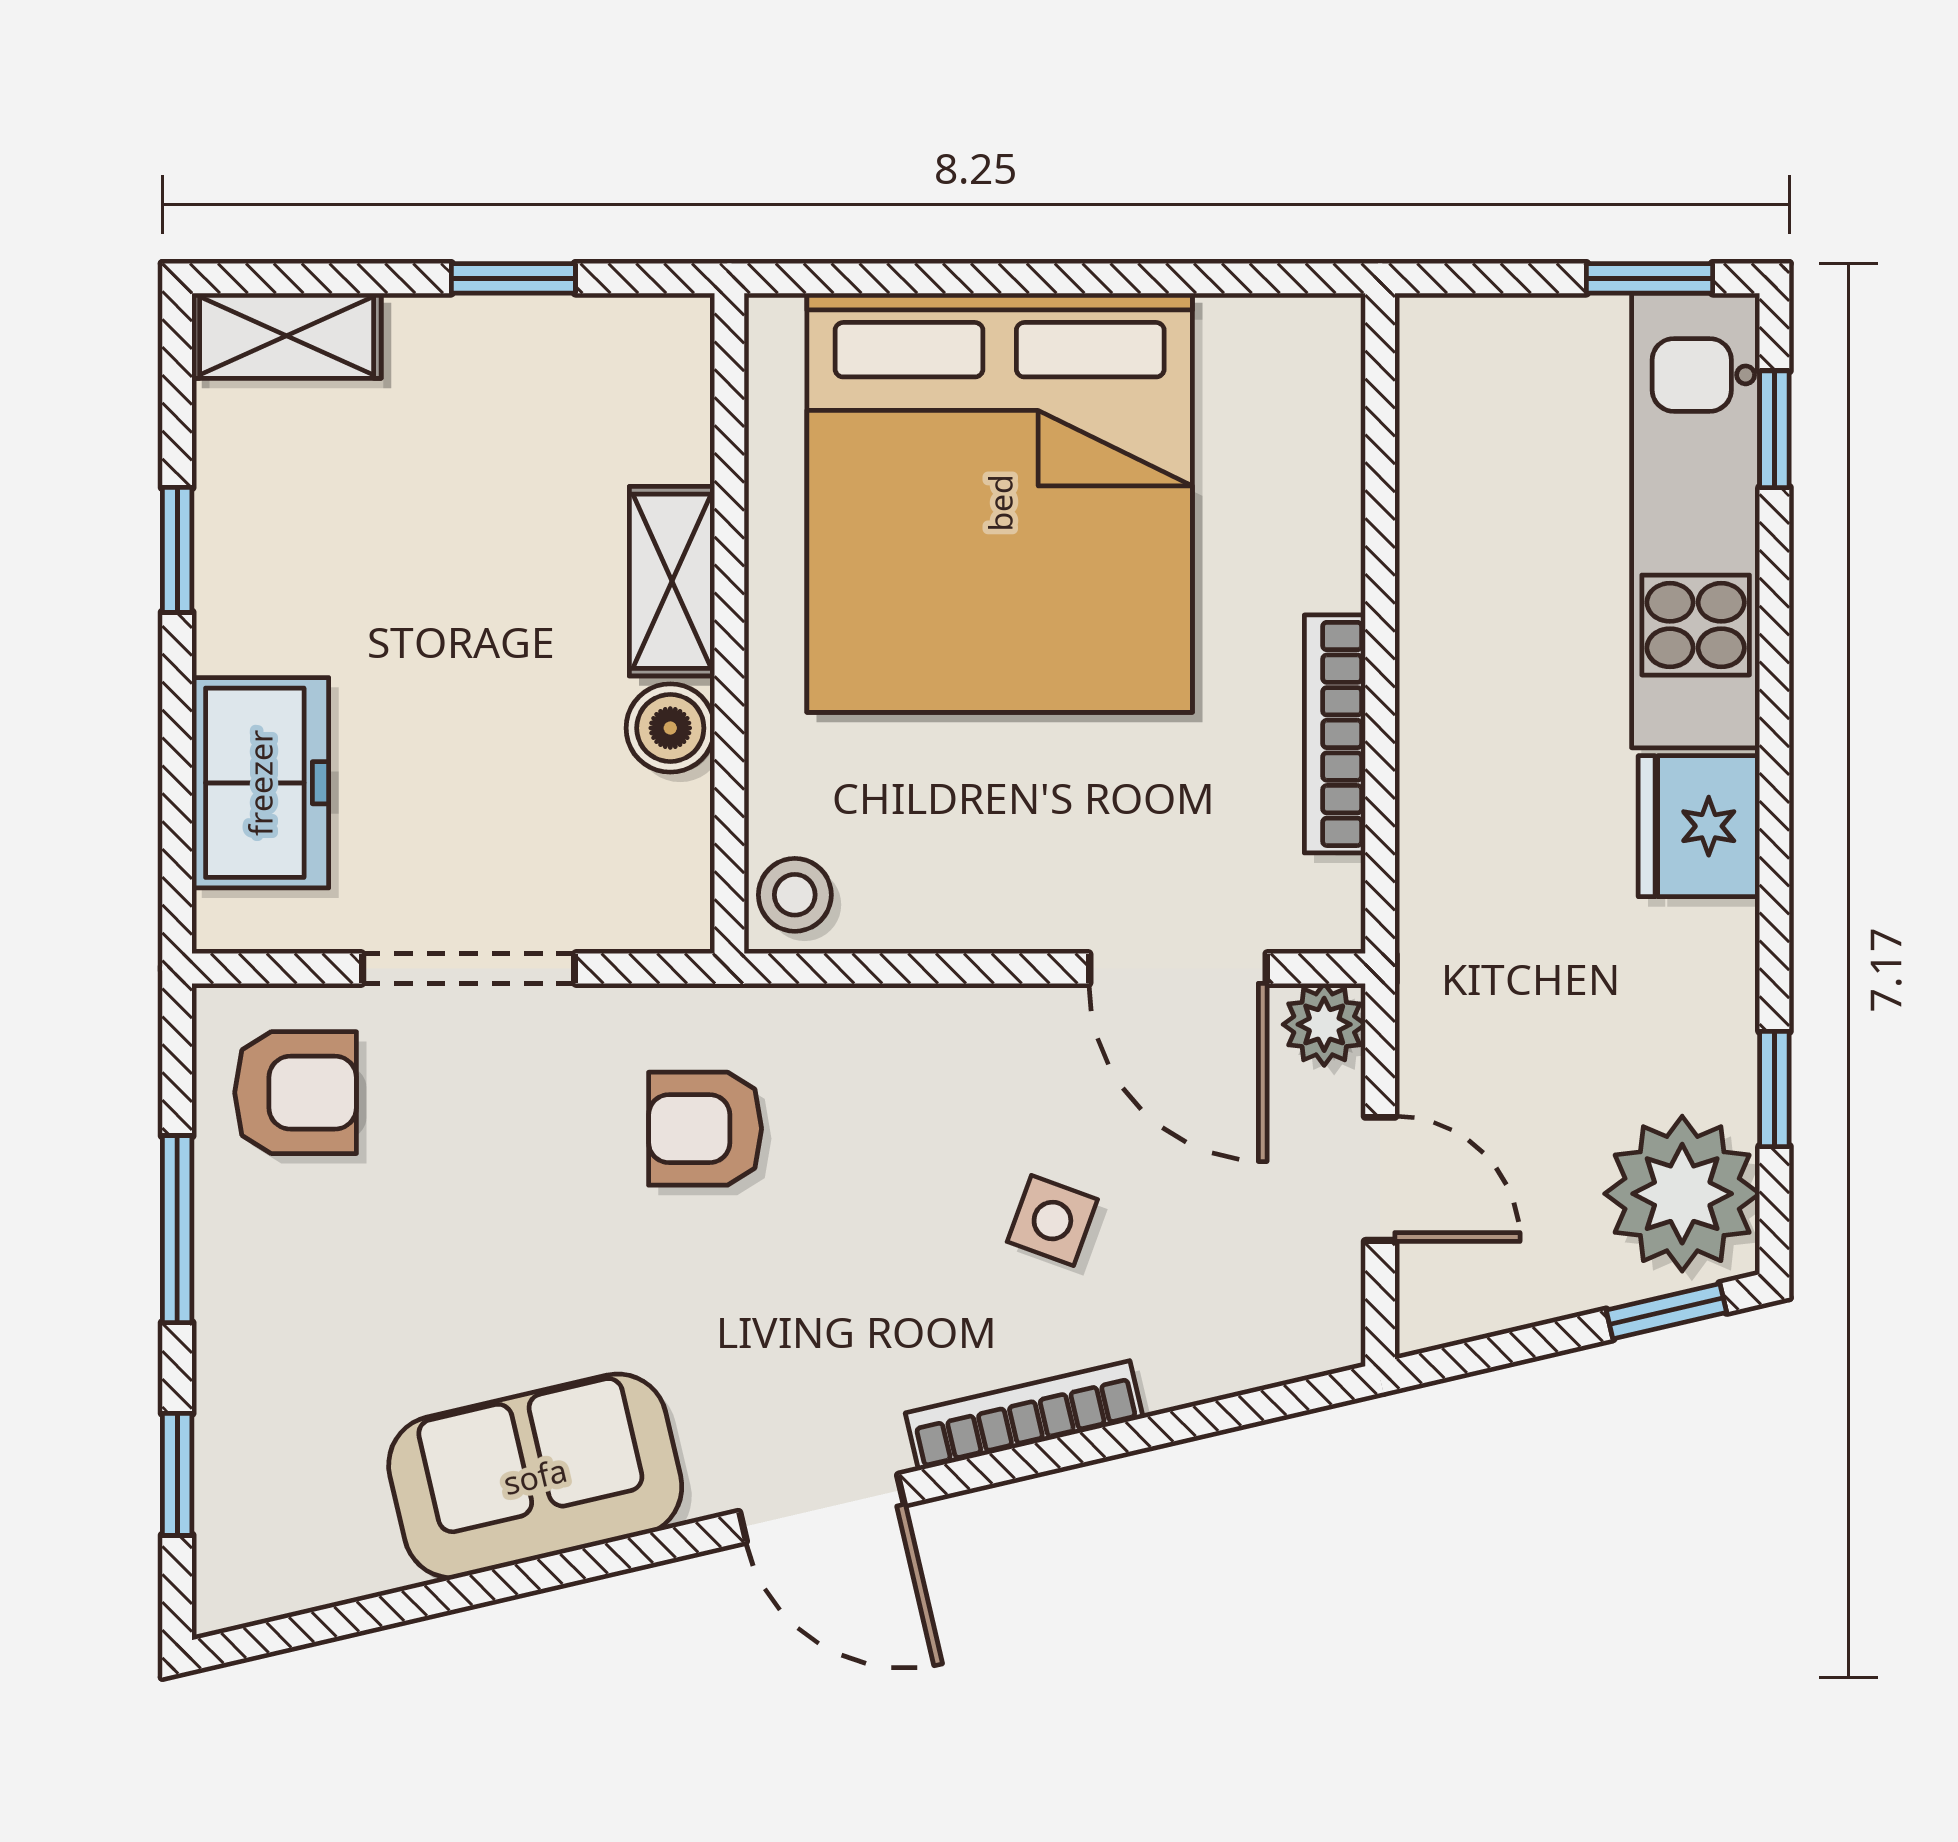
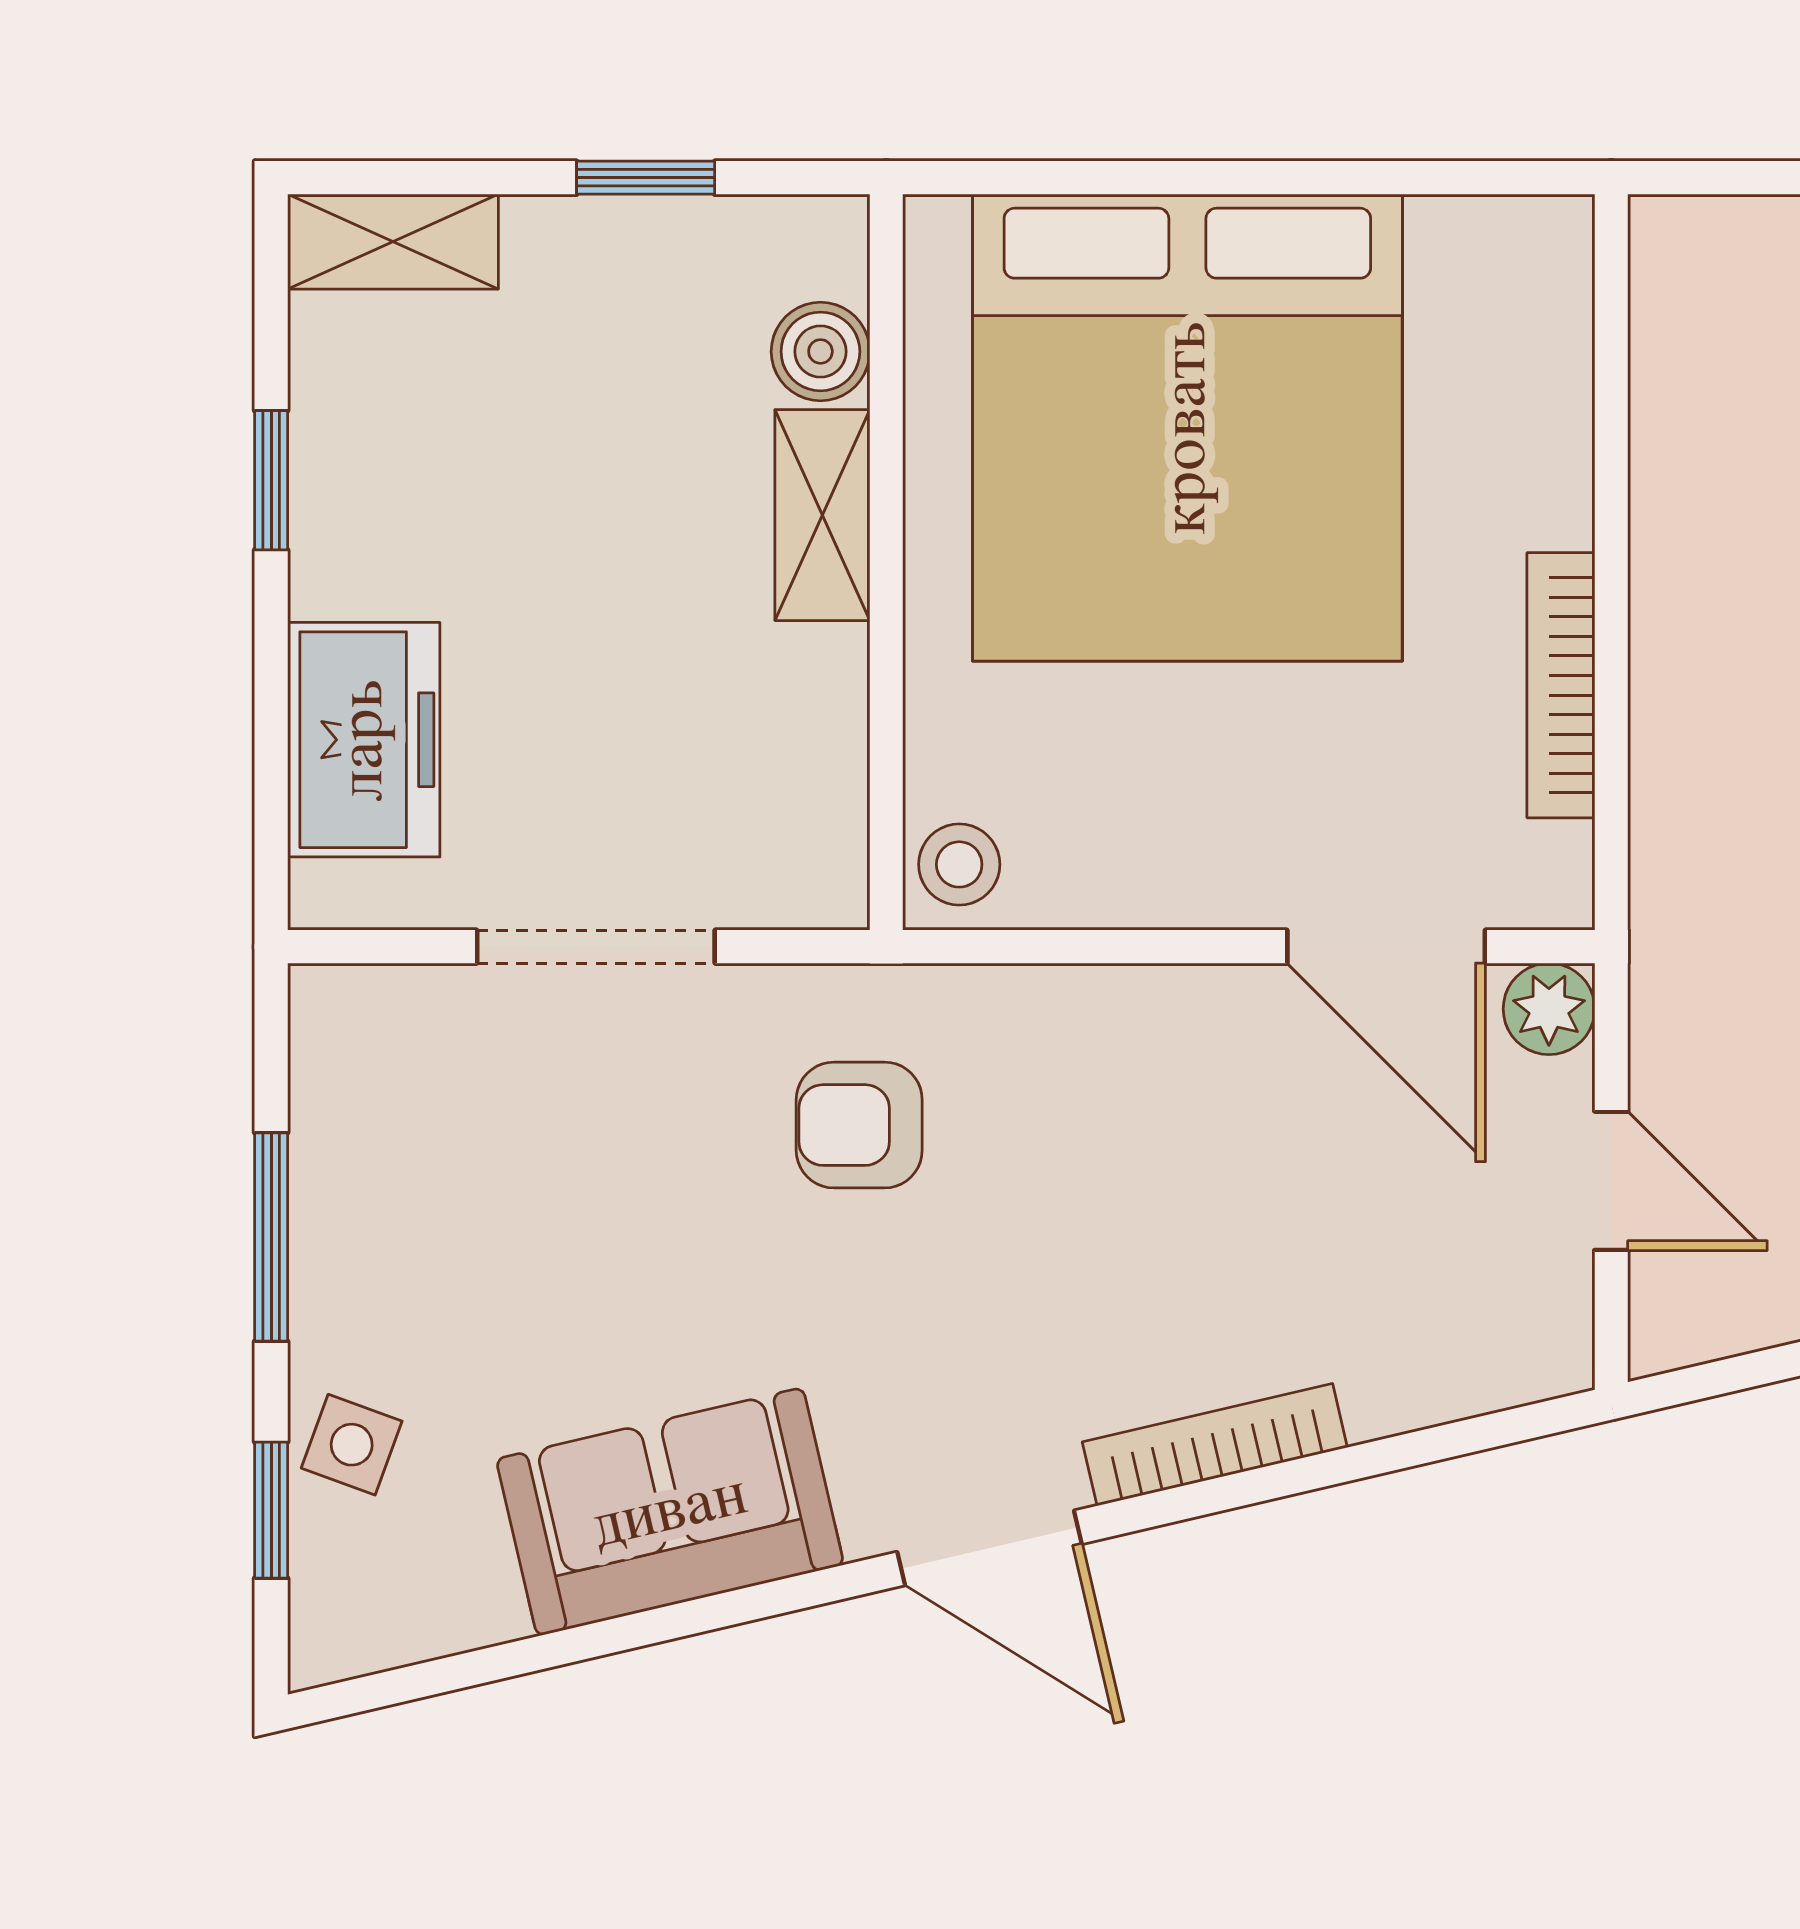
boiler: (670, 728) -> (820, 351), moved
armchair: (296, 1093) -> (403, 1085), removed
side table: (1052, 1221) -> (352, 1445), moved

